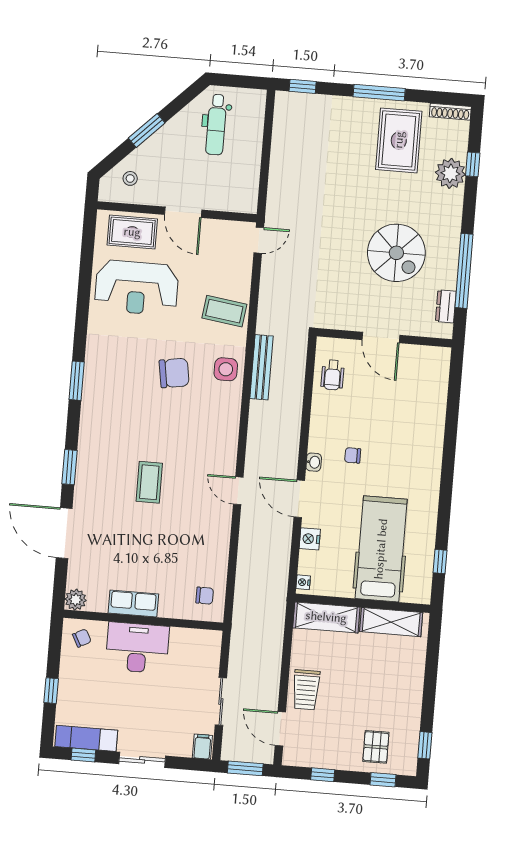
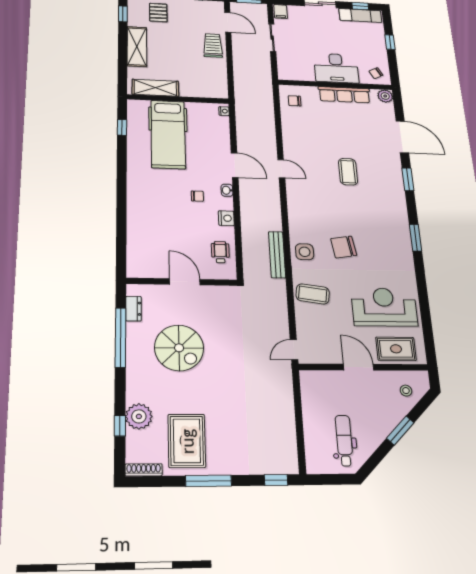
spiral stairs: (396, 253) -> (179, 348), turned 180
nightstand: (310, 539) -> (226, 218), moved
row of seats: (133, 604) -> (344, 95), width x1.48
shelving: (326, 617) -> (137, 47), moved, turned 90

